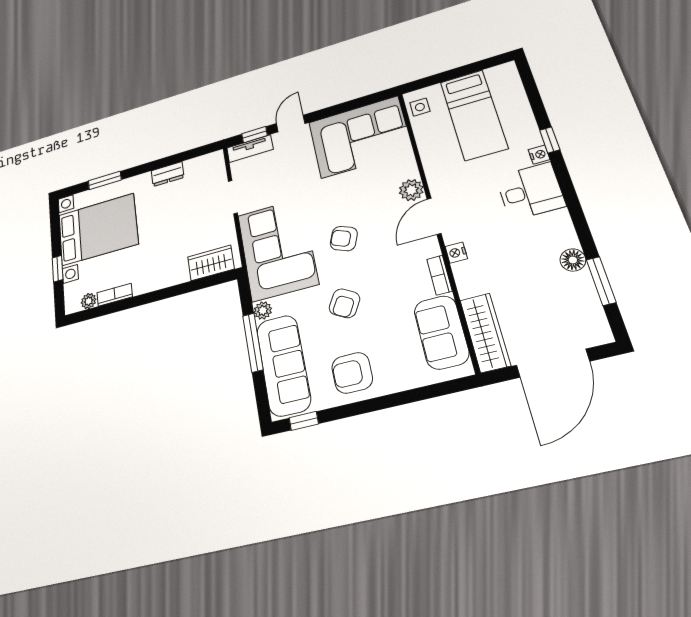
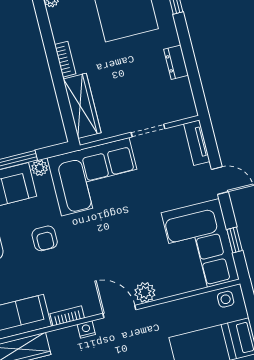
window: (255, 135) -> (235, 240), moved
armchair: (344, 239) -> (103, 236), removed
wardrobe: (211, 263) -> (82, 106), width x1.50
bookcase: (115, 295) -> (65, 59), moved
armchair: (344, 303) -> (45, 238), turned -120

